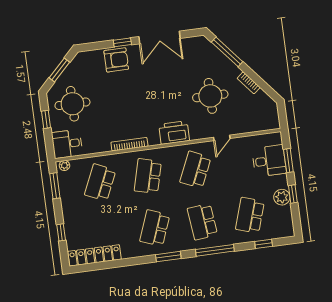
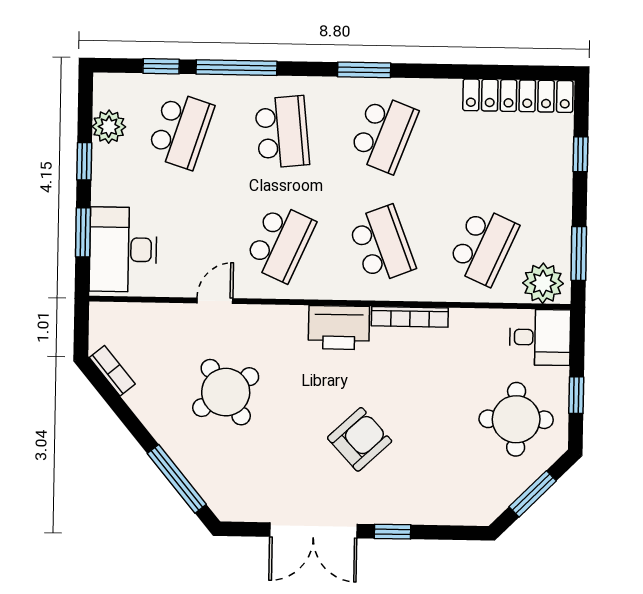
double door: (159, 37) -> (313, 530), swing flipped
armchair: (116, 60) -> (360, 439), moved, turned 137
bookcase: (249, 83) -> (112, 371), moved
round table: (210, 96) -> (226, 392), turned -34
printer: (174, 133) -> (339, 328), moved
desk: (269, 161) -> (123, 249), width x1.37
plant: (64, 165) -> (543, 283), width x1.88, depth x1.88
school desk: (148, 176) -> (382, 244), turned -36
plant: (282, 197) -> (109, 127), moved
window: (215, 250) -> (236, 68), moved

